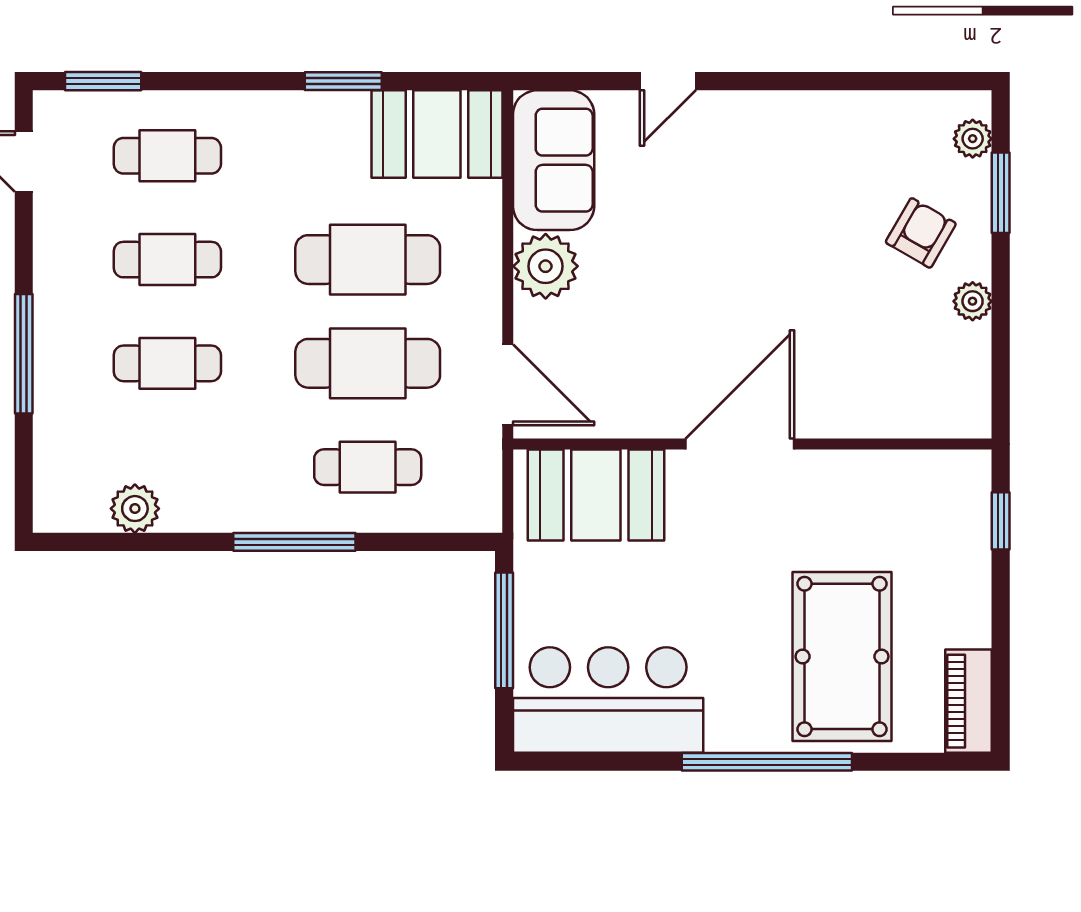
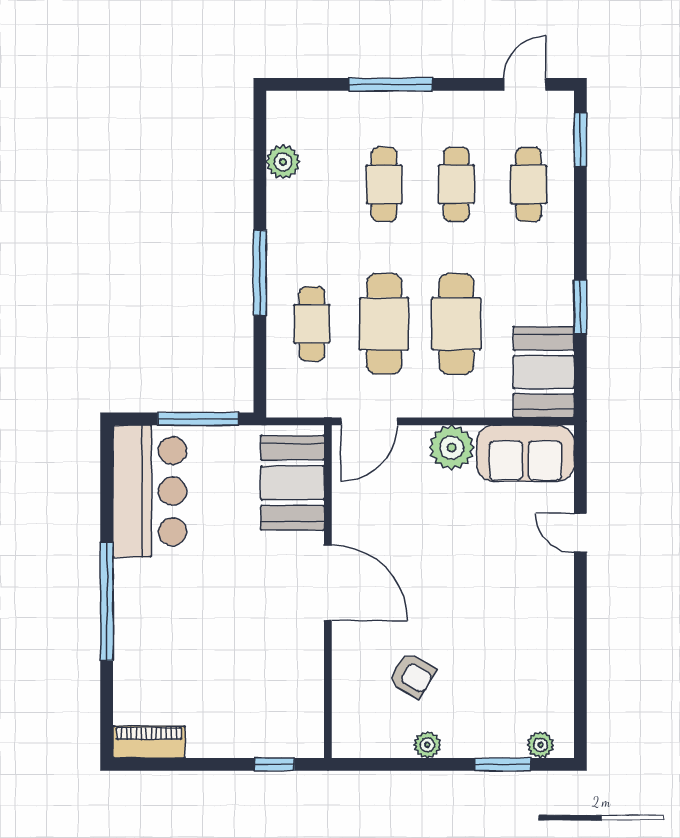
armchair: (921, 233) -> (412, 675), moved
pool table: (842, 656) -> (180, 654), removed

